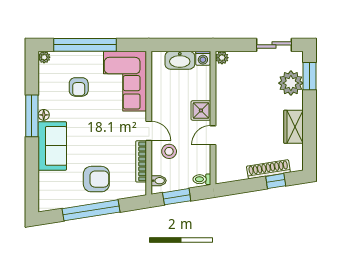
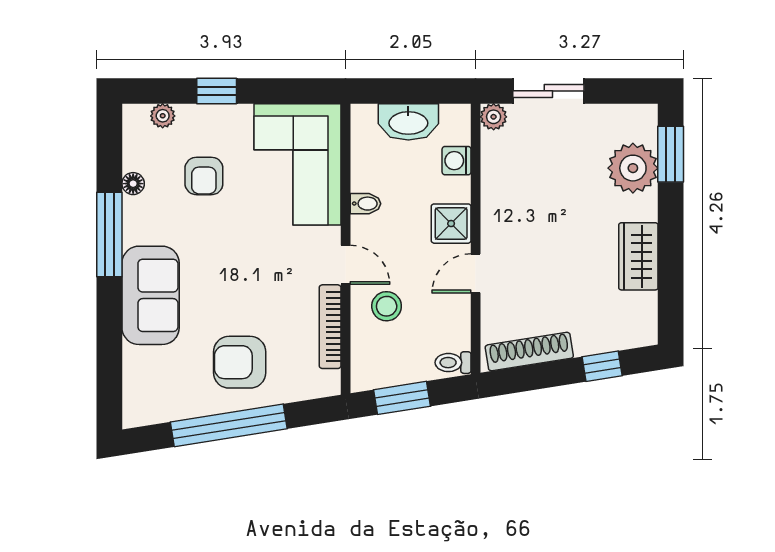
window: (85, 45) -> (217, 91), width x0.32
sliding door: (274, 45) -> (548, 91), moved
plant: (44, 57) -> (163, 116), moved
washing machine: (203, 58) -> (457, 161), moved, turned 90
floor lamp: (44, 115) -> (133, 184), moved
shoe rack: (268, 169) -> (529, 352), moved
armchair: (96, 179) -> (240, 362), turned 180
bidet: (159, 181) -> (365, 204), moved

